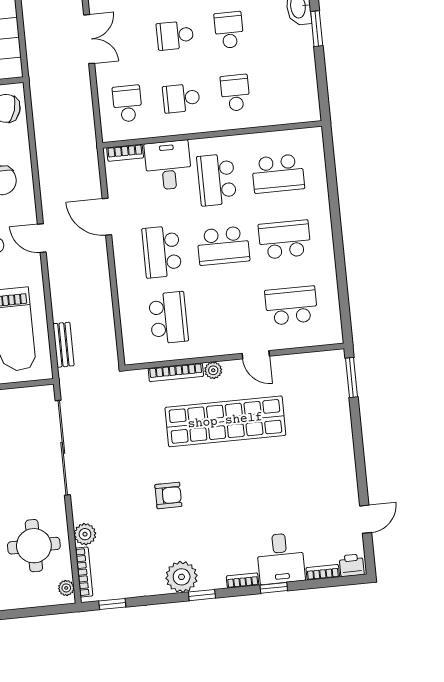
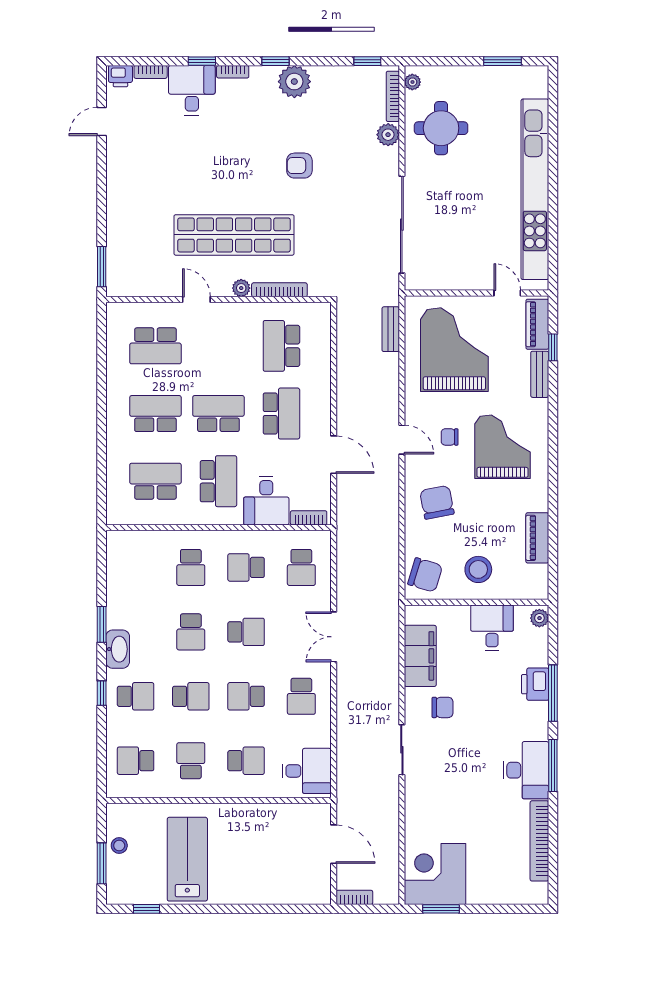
school desk: (181, 98) -> (246, 567), turned 180
school desk: (285, 240) -> (155, 414), turned 180

